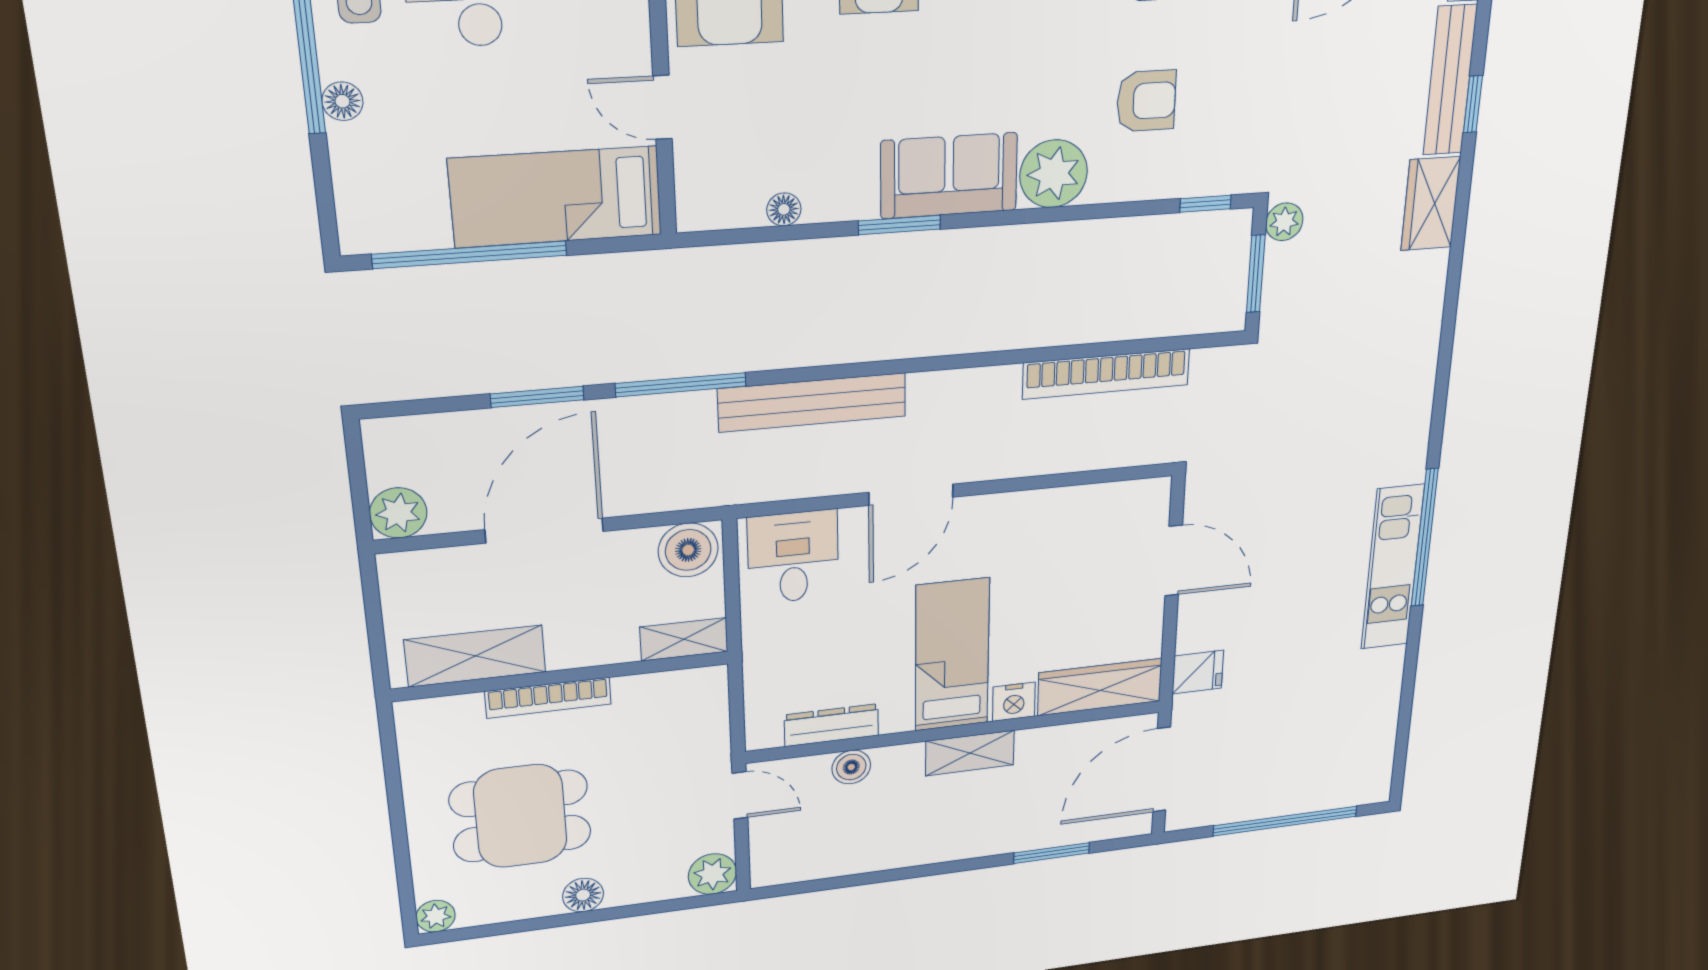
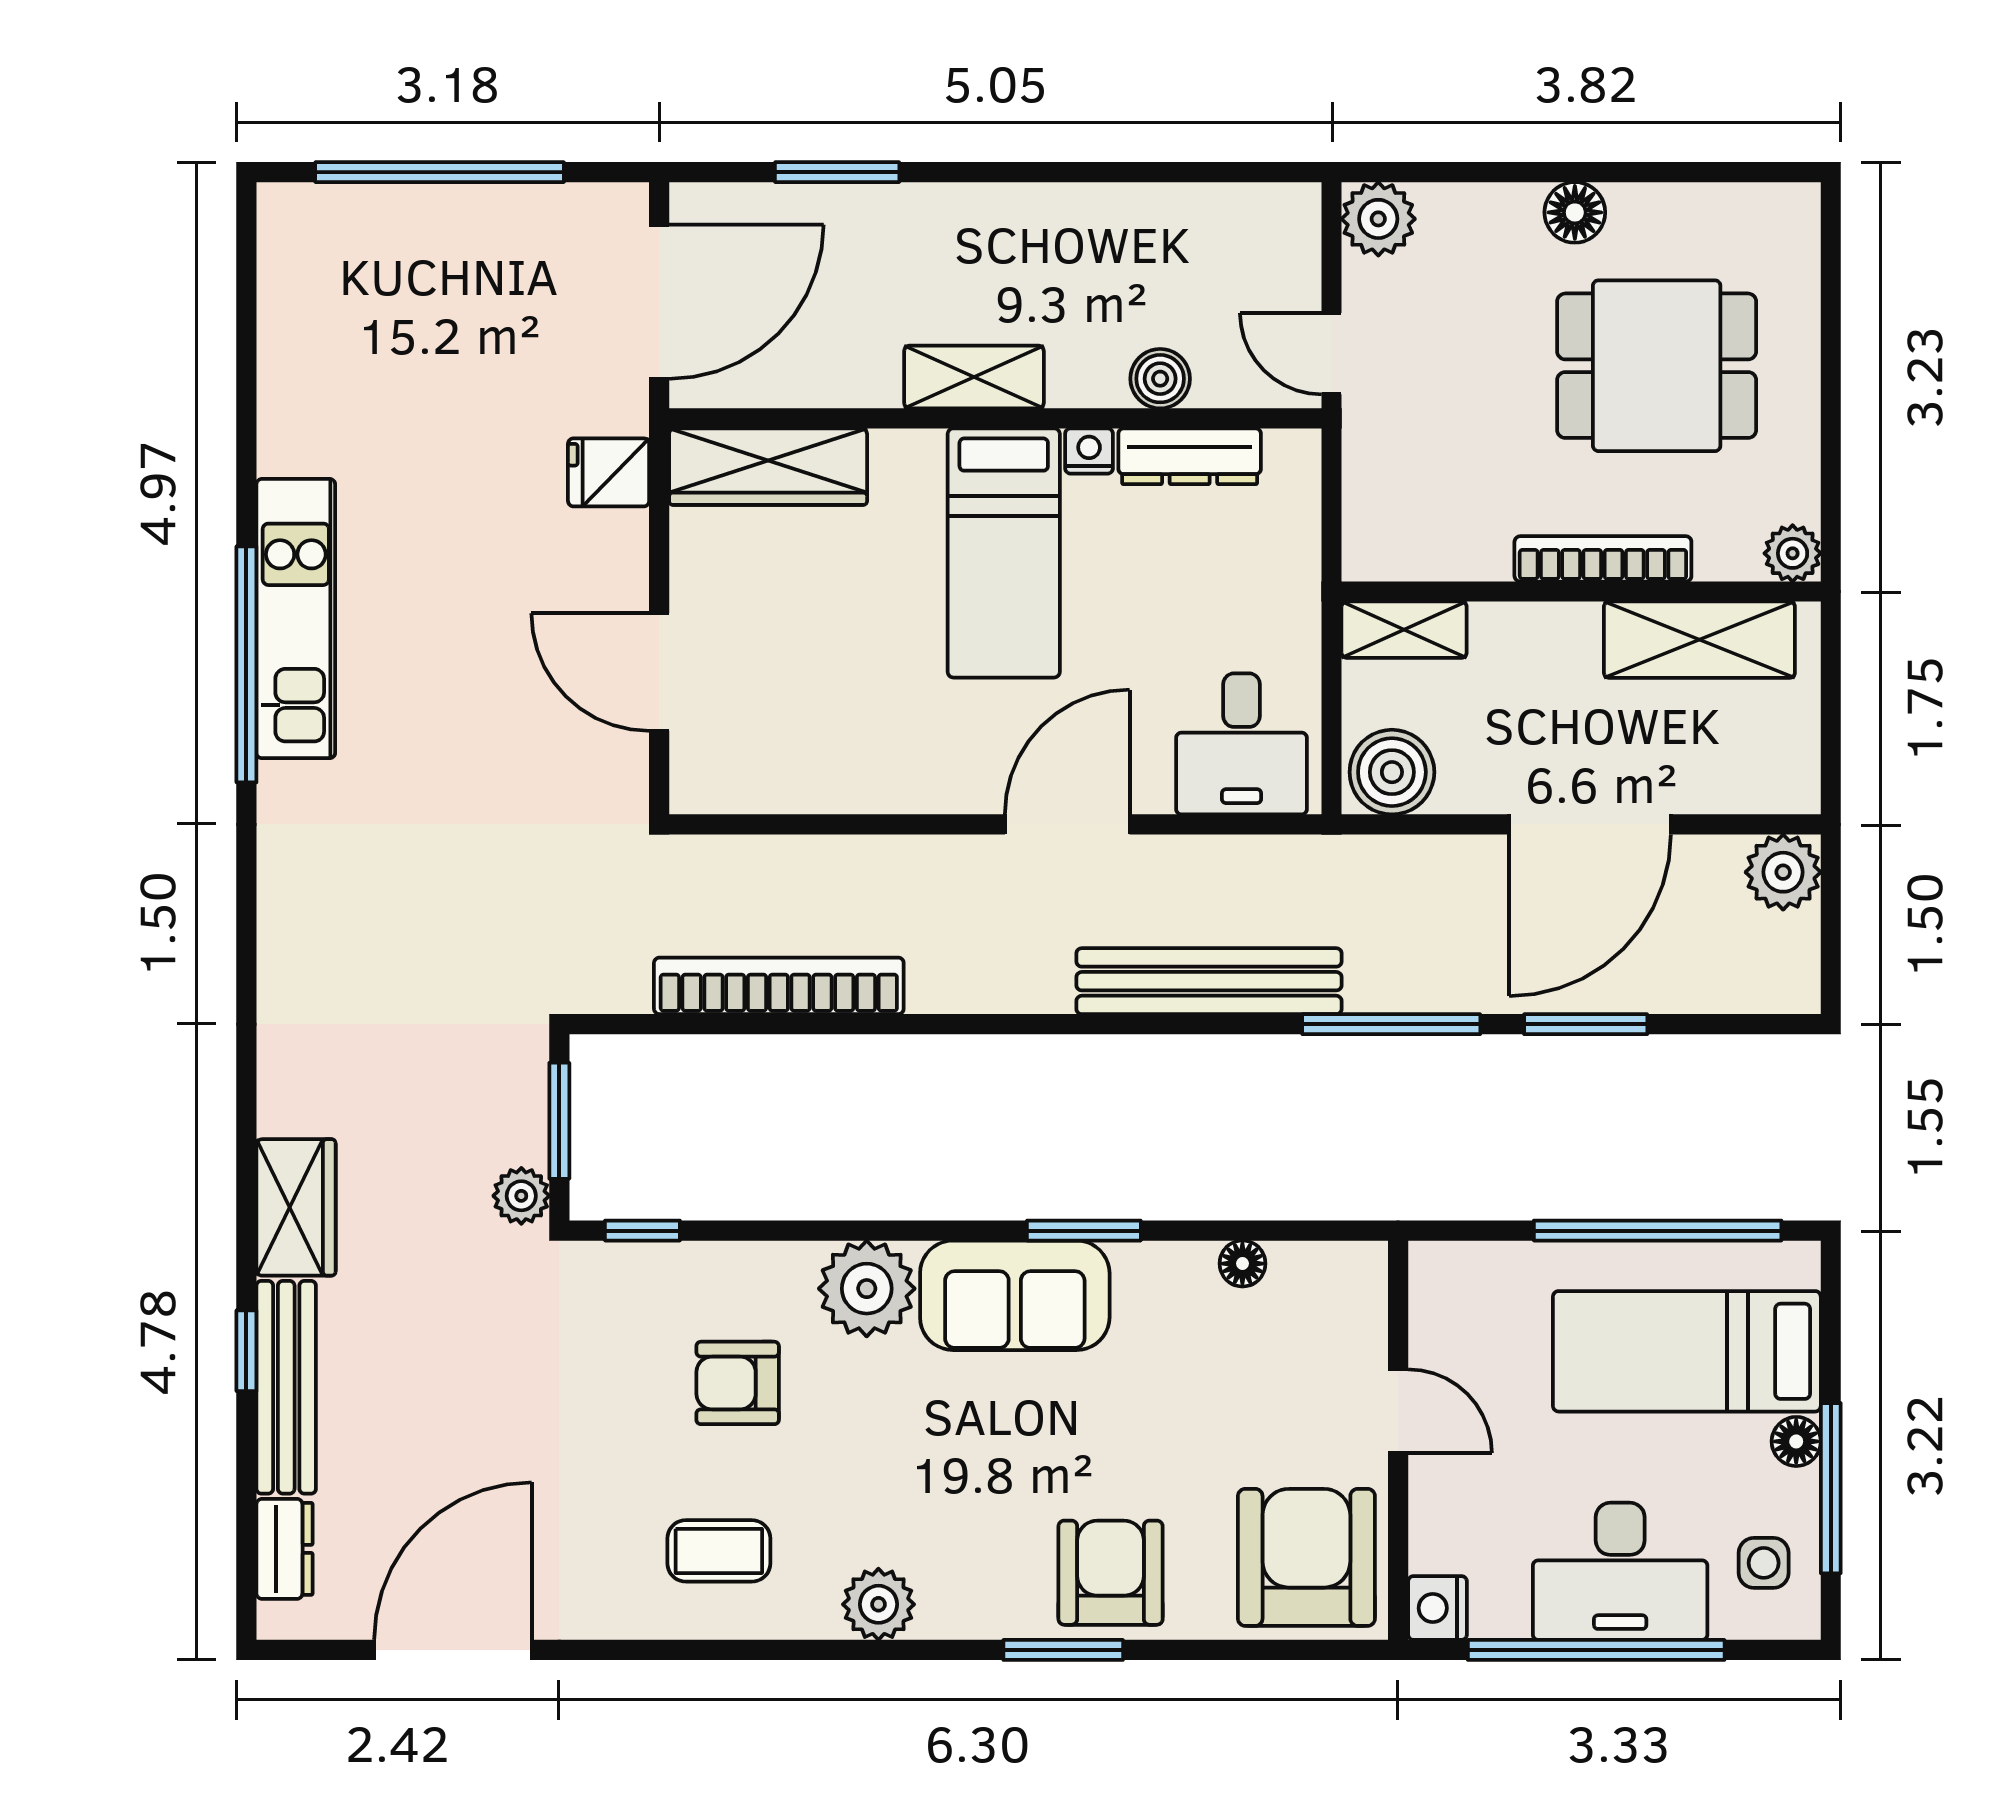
bed: (556, 197) -> (1687, 1351), moved, turned 180
nightstand: (1014, 702) -> (1089, 451), moved, width x0.72, depth x0.74
plant: (436, 916) -> (1793, 553), moved

